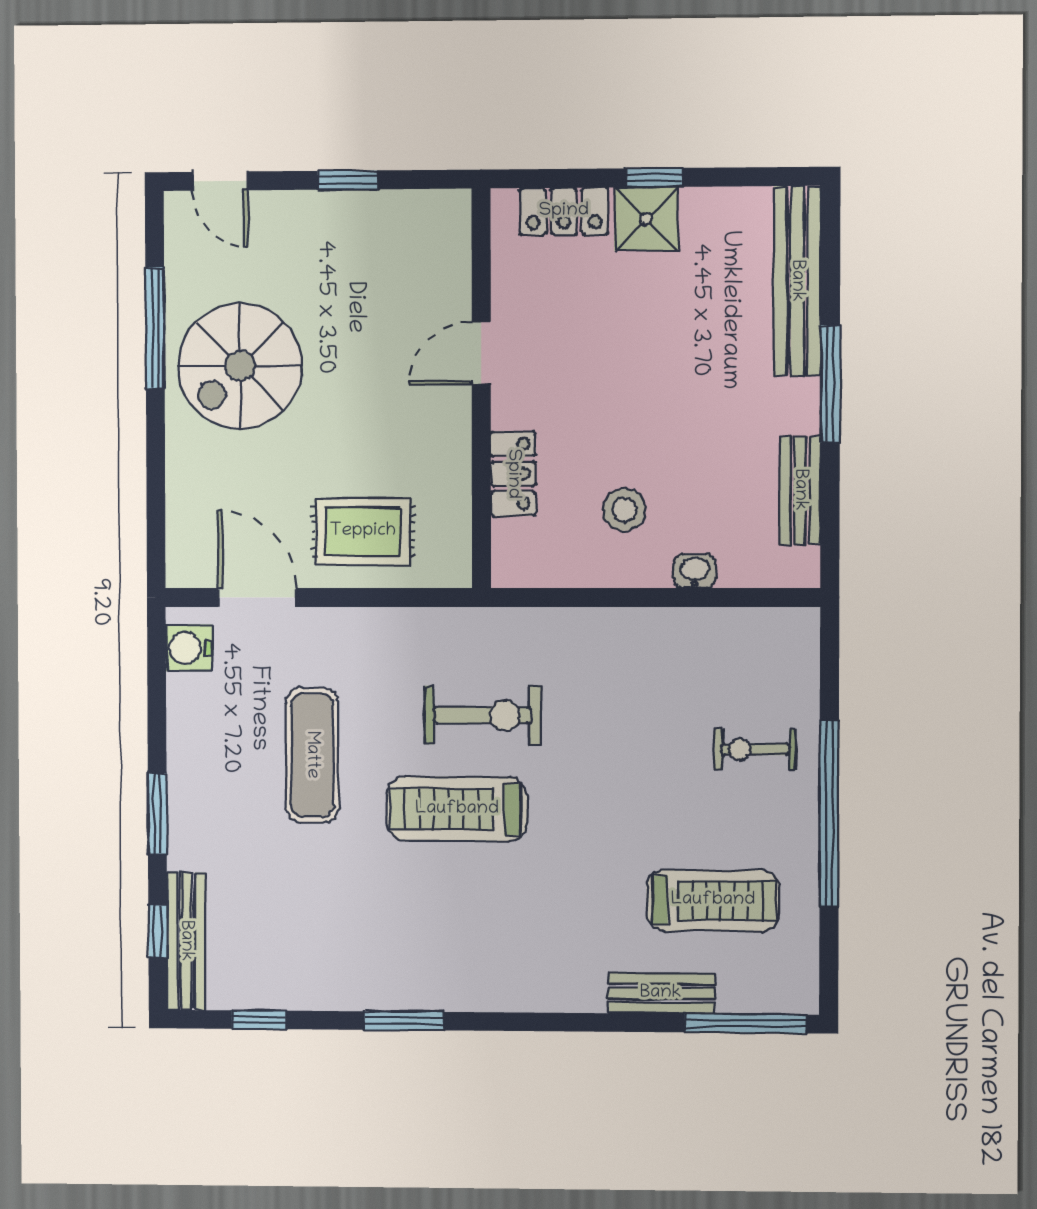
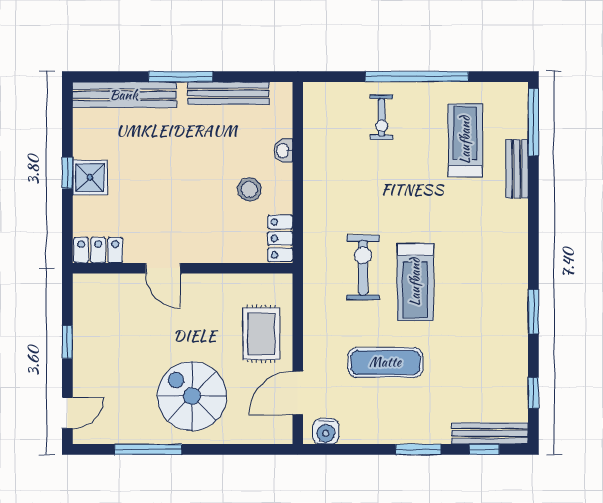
locker: (564, 211) -> (98, 250), moved, turned -90
spiral stairs: (240, 366) -> (192, 396), moved, turned 180
locker: (513, 474) -> (280, 238), moved, turned -90
bench: (800, 490) -> (228, 93), width x1.36

